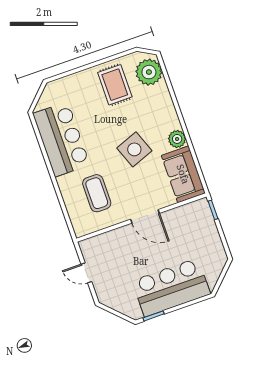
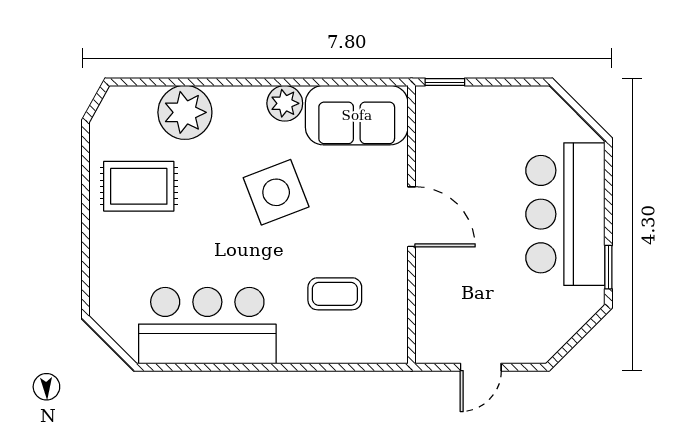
plant: (149, 72) -> (185, 112), moved
coffee table: (97, 193) -> (335, 294), width x0.73, depth x0.77
door: (145, 216) -> (411, 217), hinge flipped

